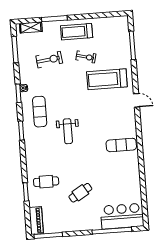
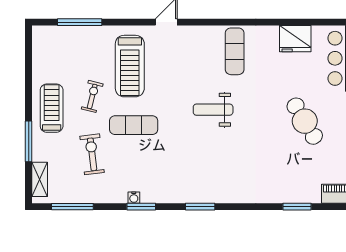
treadmill: (77, 32) -> (52, 108), turned 180
exercise mat: (40, 112) -> (134, 125), moved
weight bench: (68, 131) -> (213, 110), moved, turned 180
cafe table: (46, 182) -> (283, 174), removed
fridge: (132, 183) -> (295, 39), added
cafe table: (80, 193) -> (305, 121), width x1.37, depth x1.35

